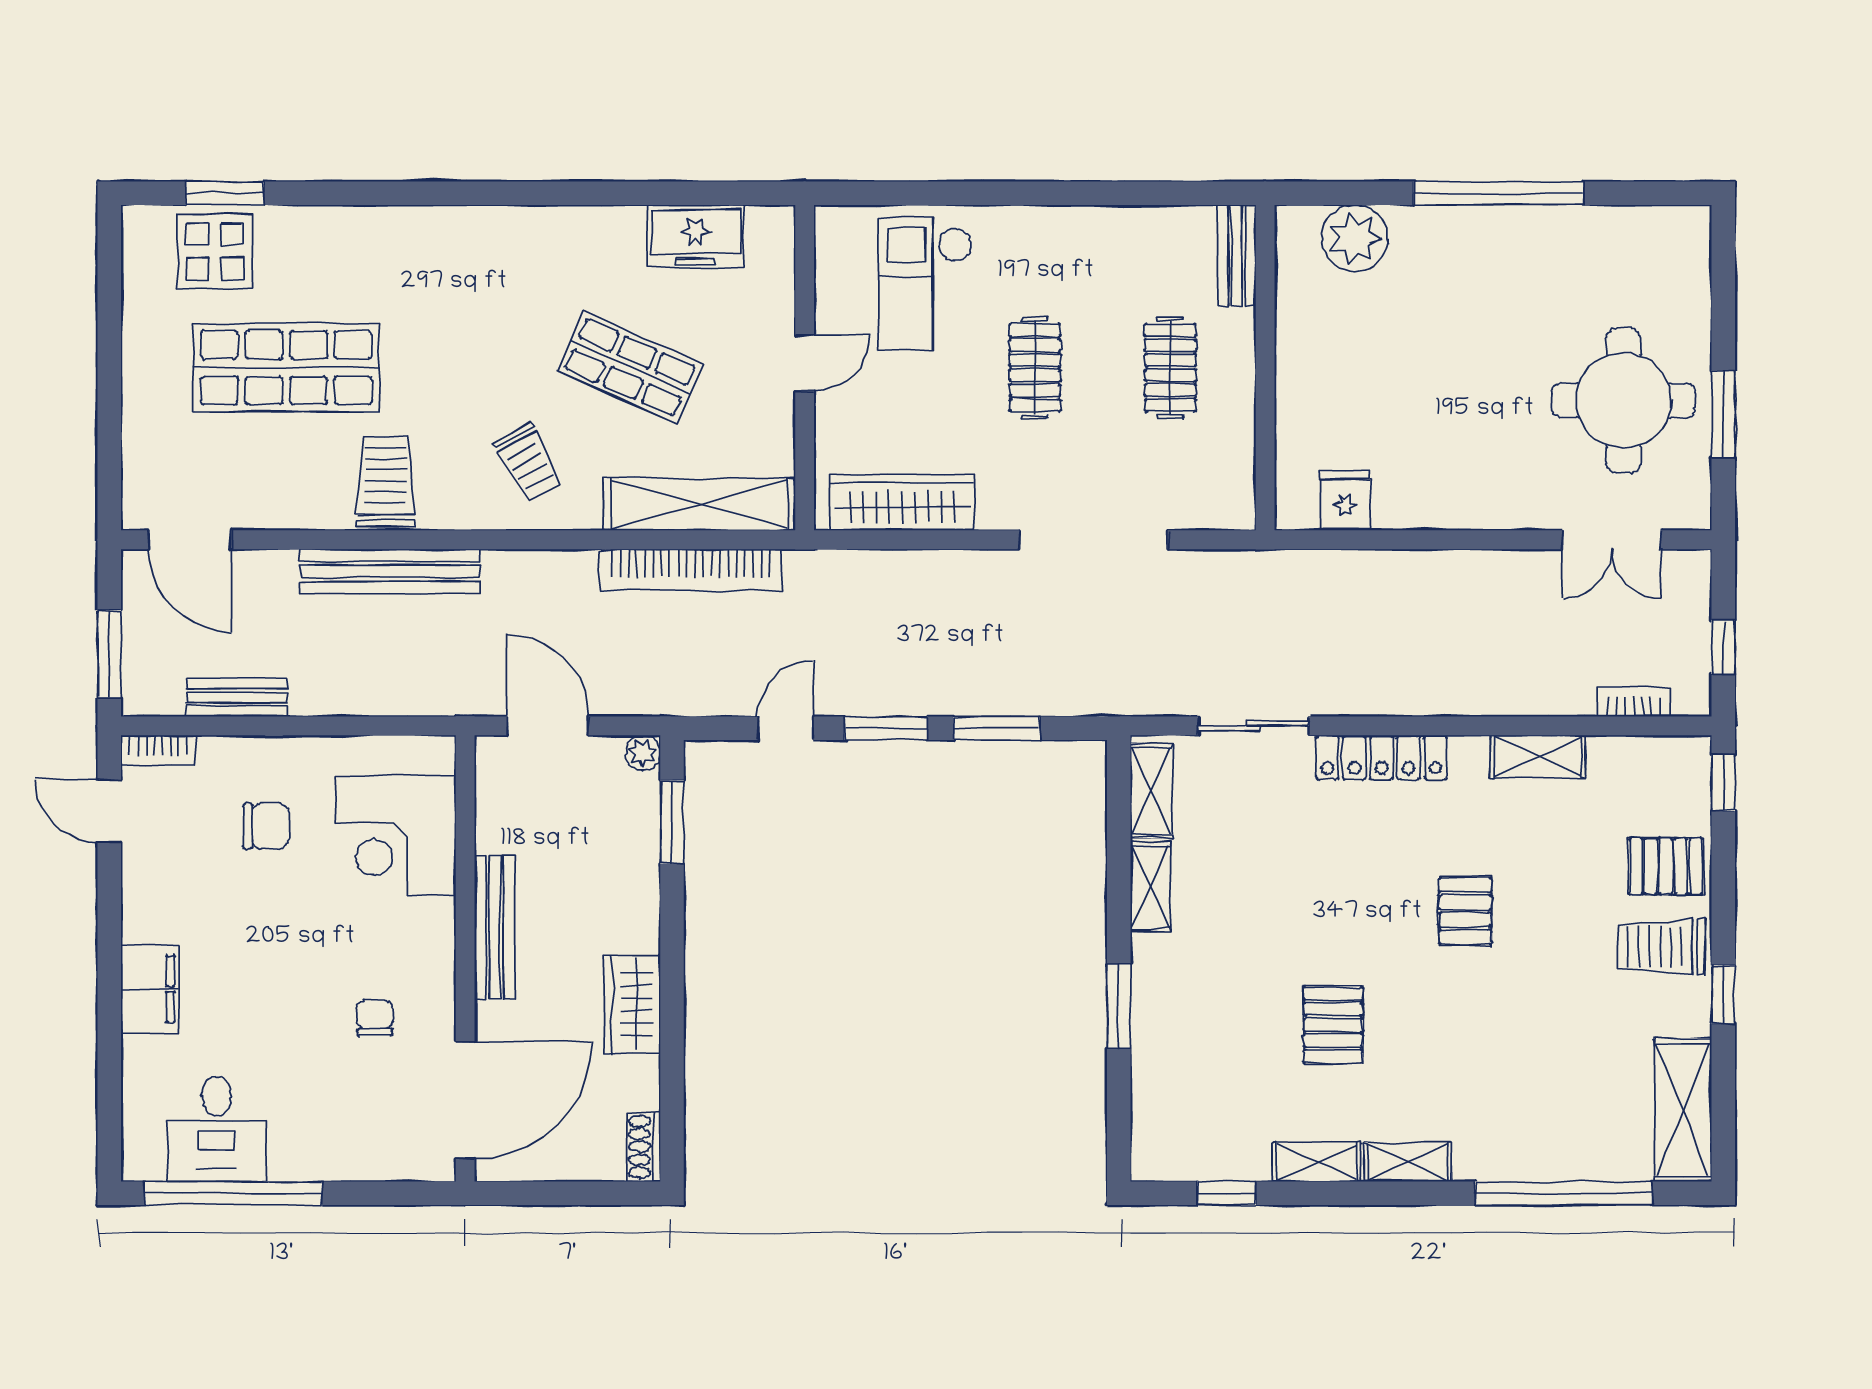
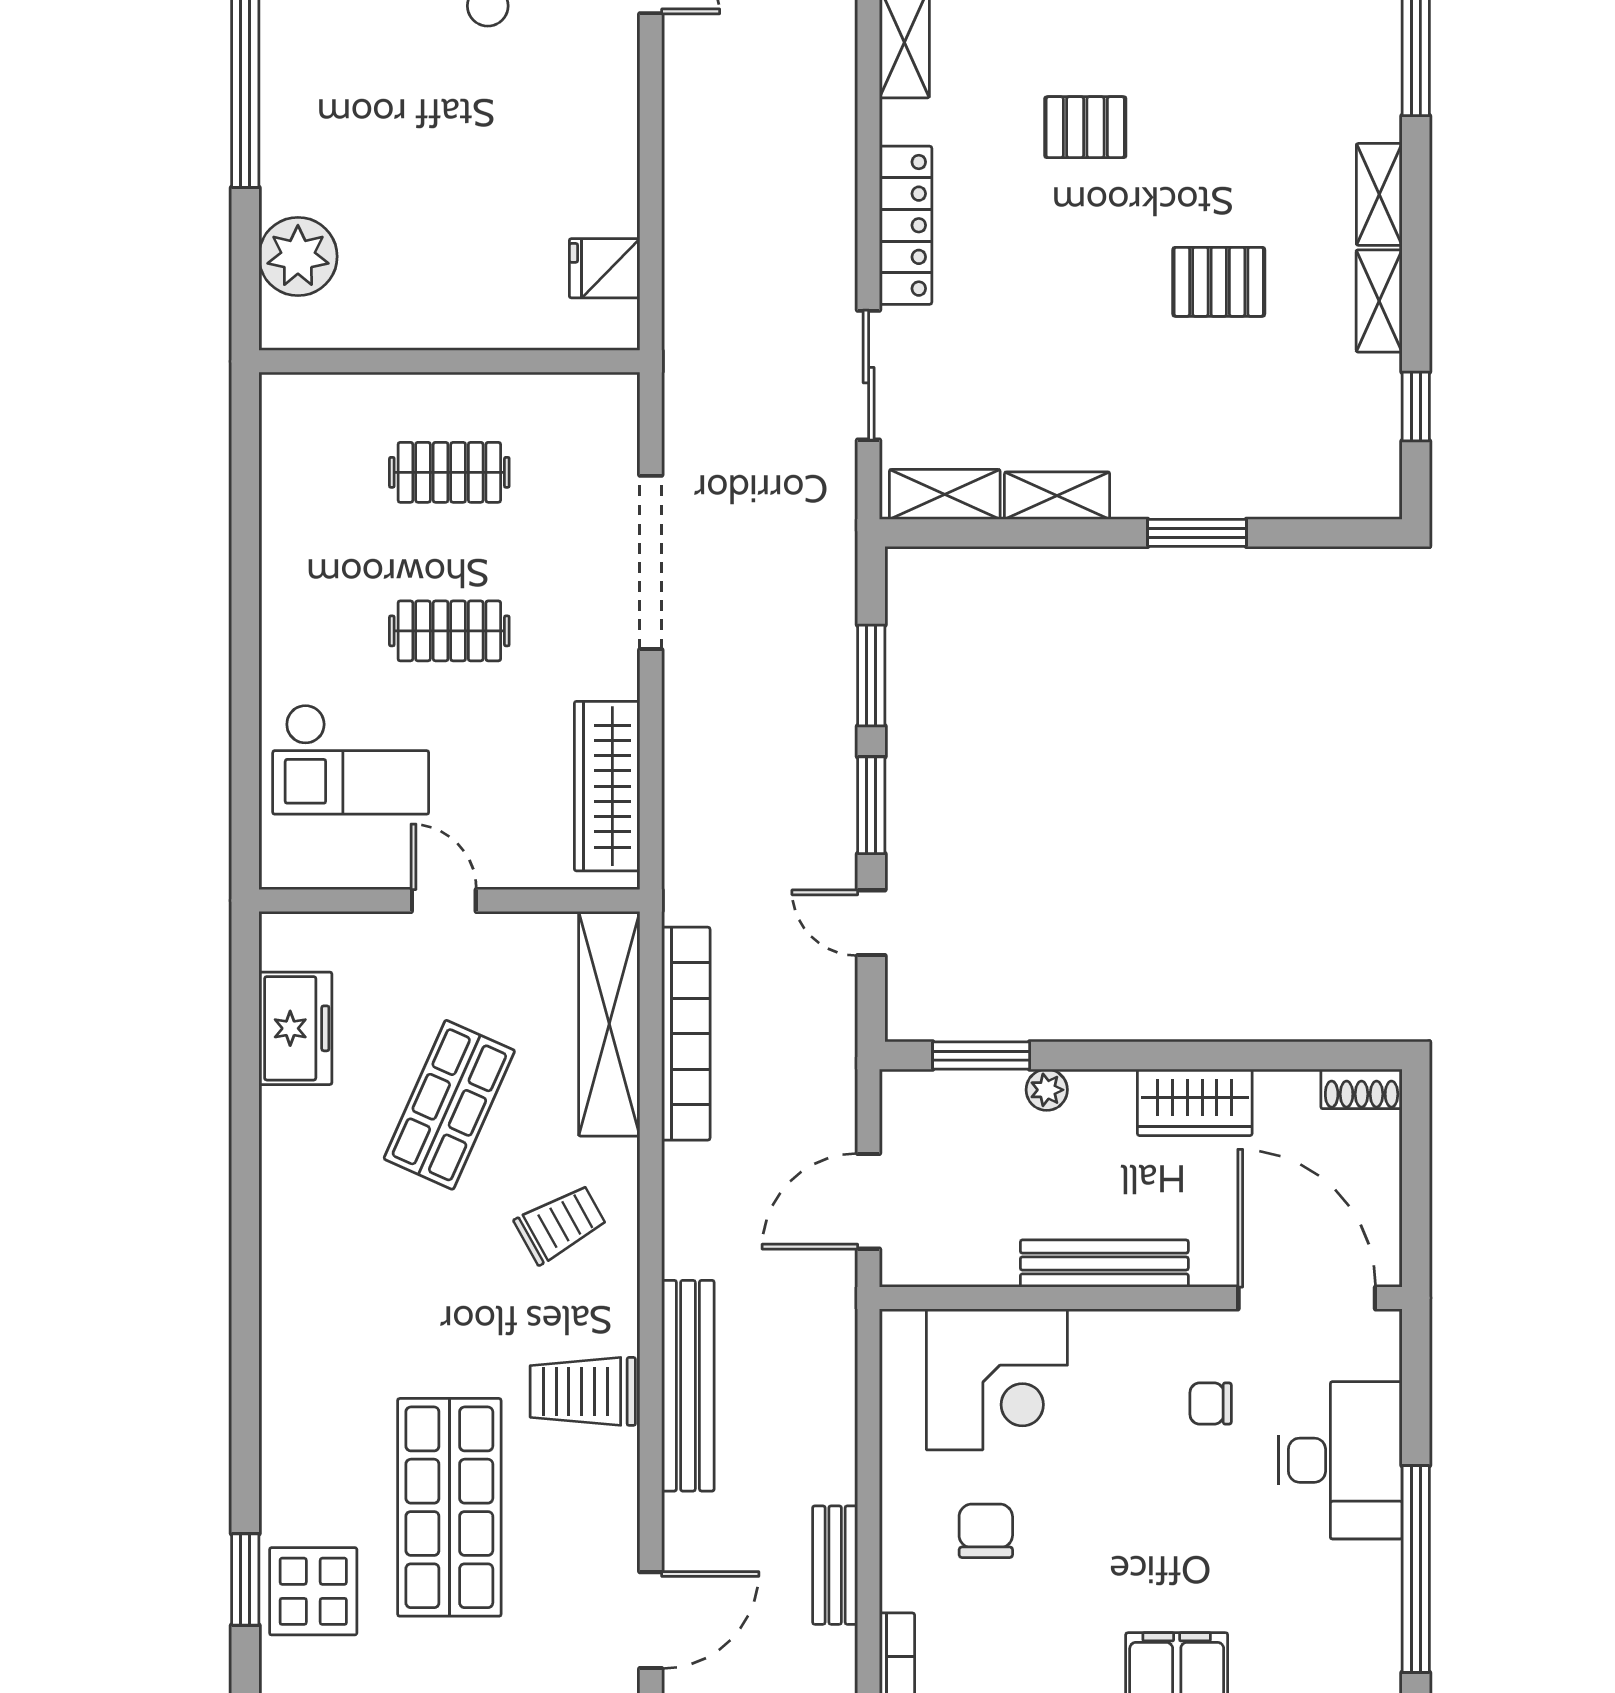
bench: (1237, 255) -> (318, 395), removed
plant: (643, 753) -> (1047, 1090), moved
desk: (217, 1129) -> (1340, 1460), moved, width x1.37

